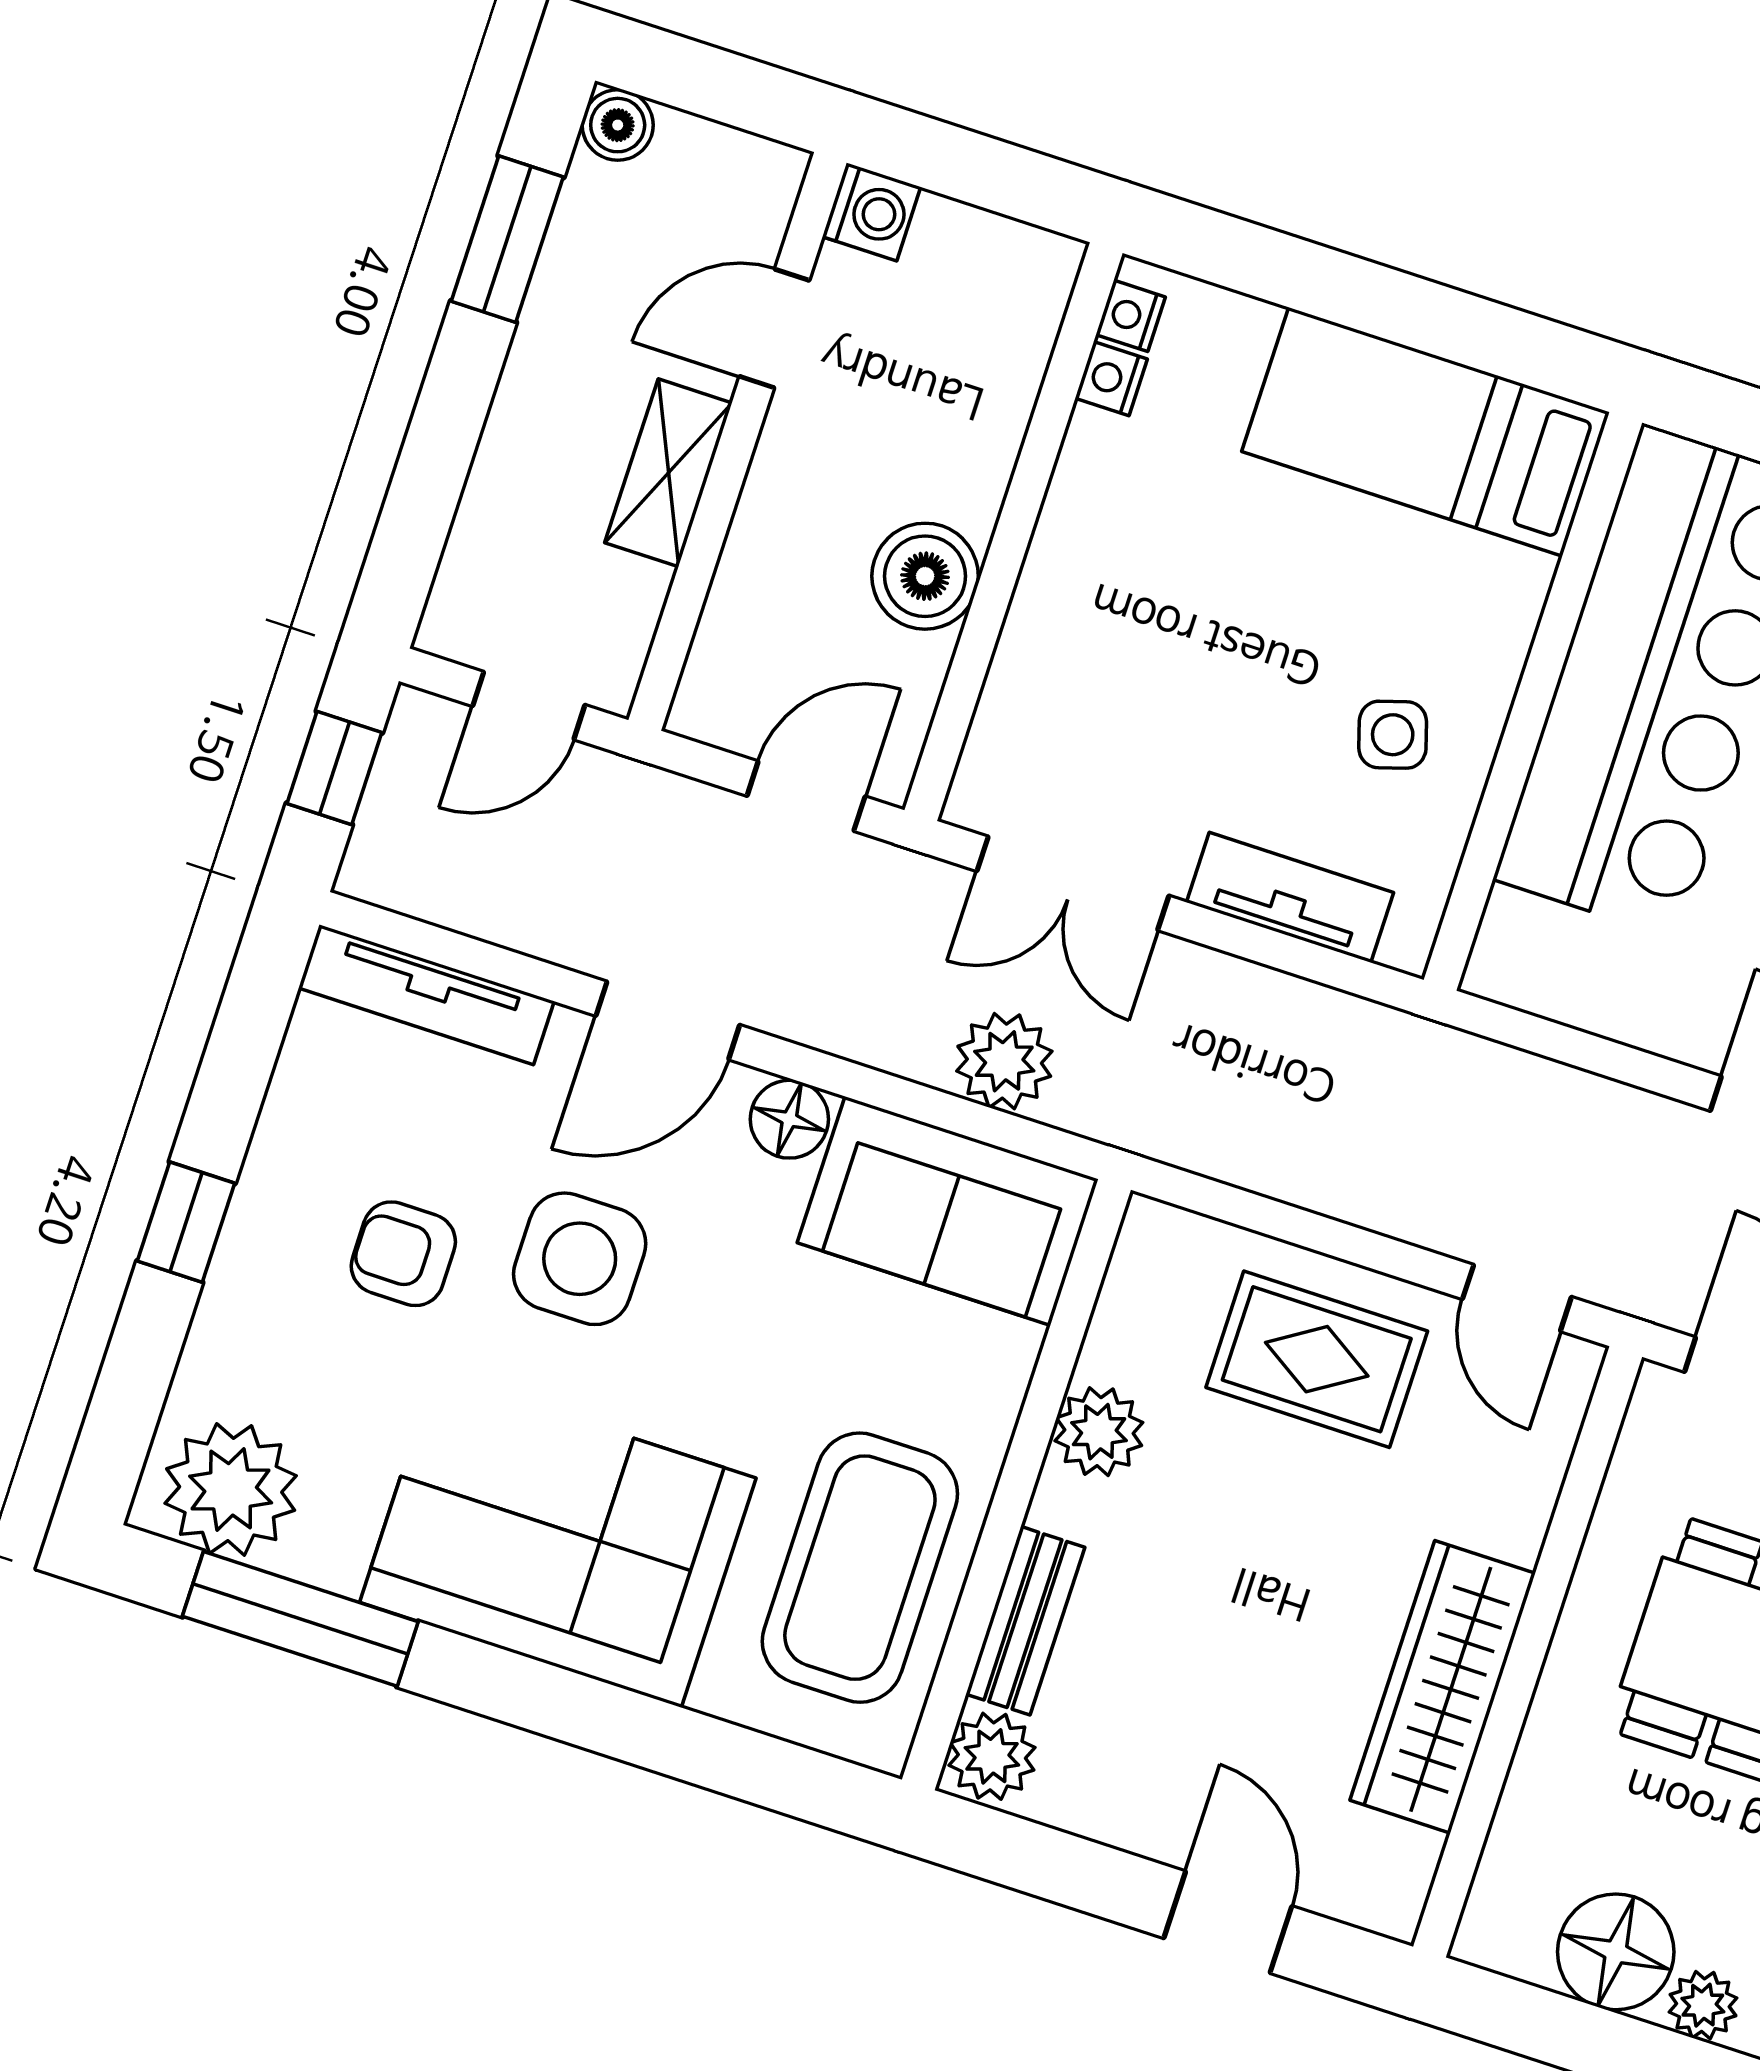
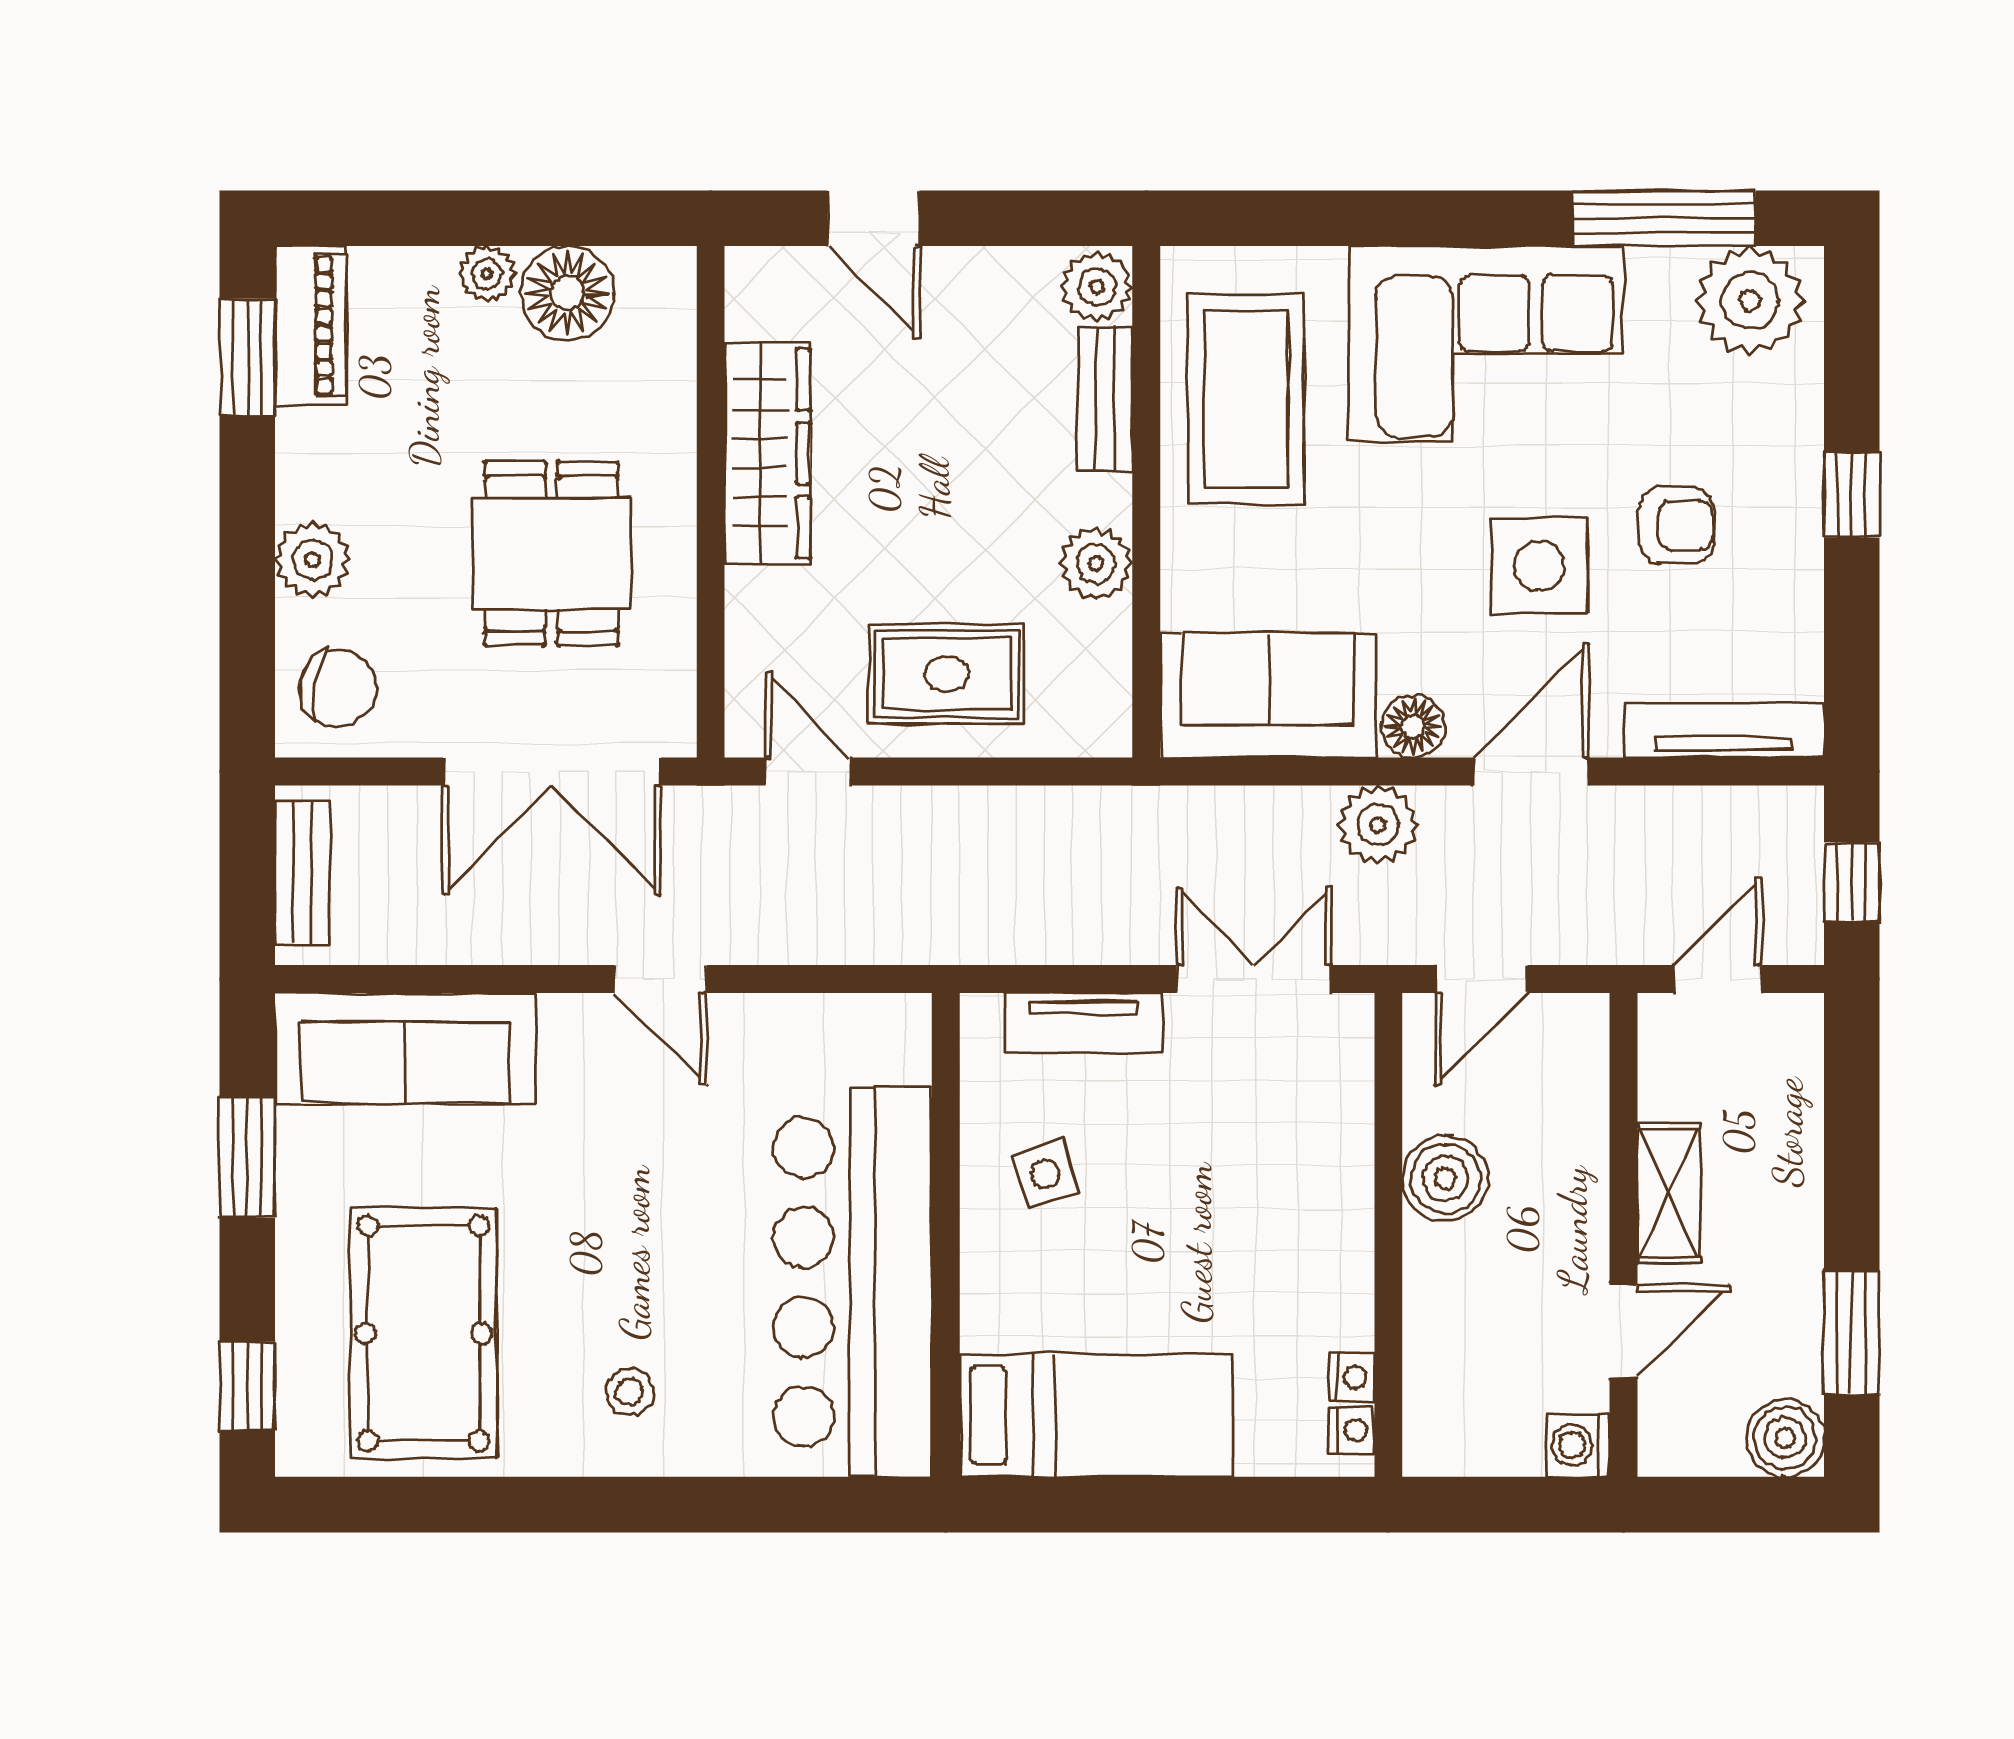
boiler: (618, 125) -> (1785, 1438), width x1.36, depth x1.36
plant: (1004, 1061) -> (1378, 825), moved

